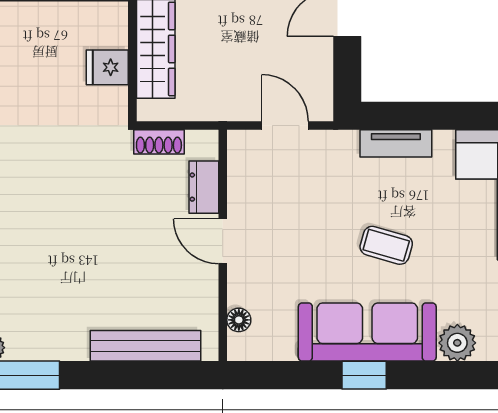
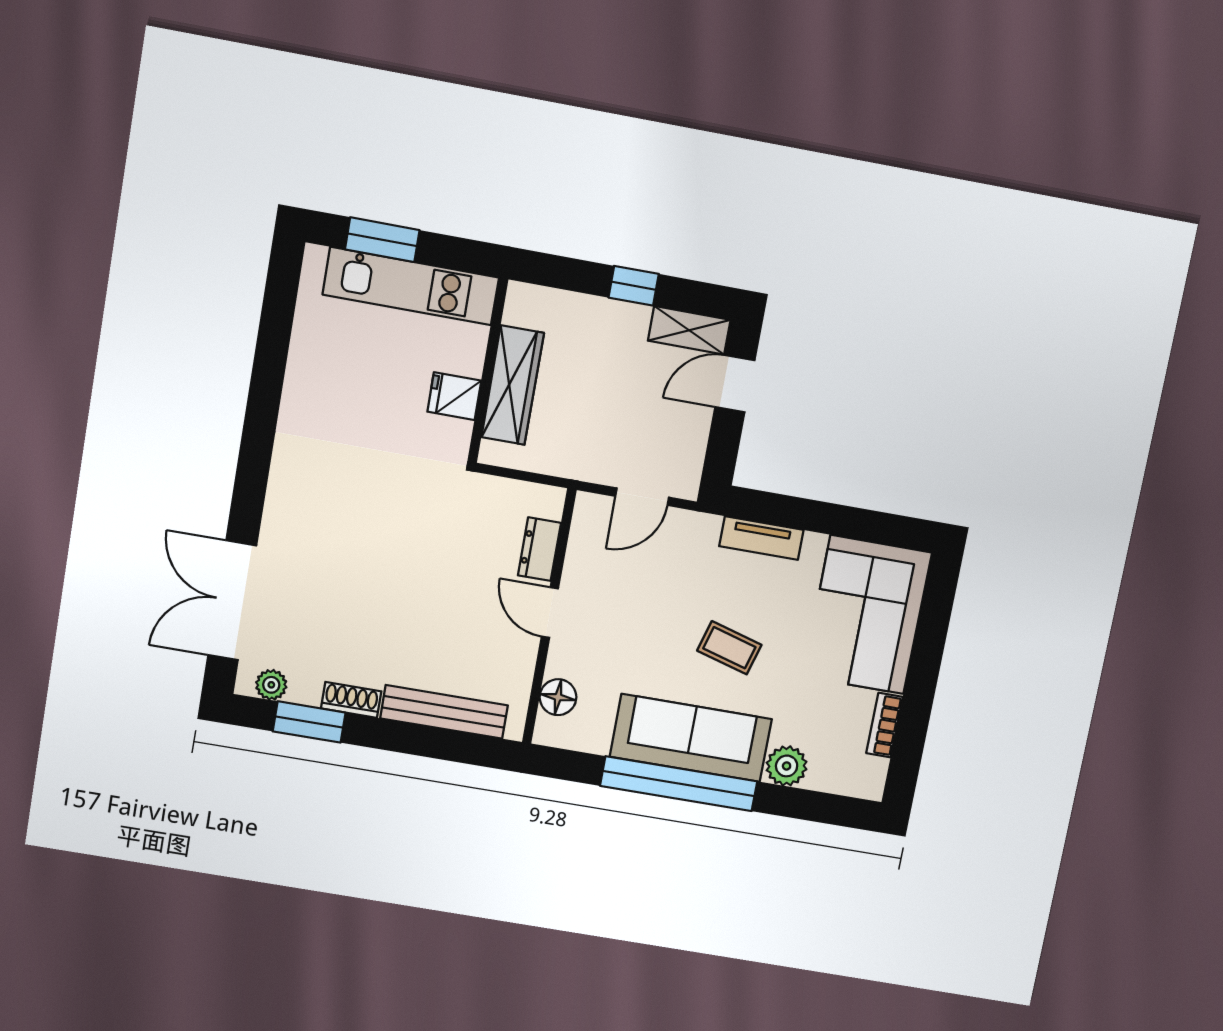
door: (285, 126) -> (642, 497), swing flipped
shoe rack: (159, 142) -> (351, 700), moved, turned 180
floor lamp: (239, 320) -> (558, 697), width x1.37, depth x1.37
window: (364, 375) -> (679, 784), width x3.17

